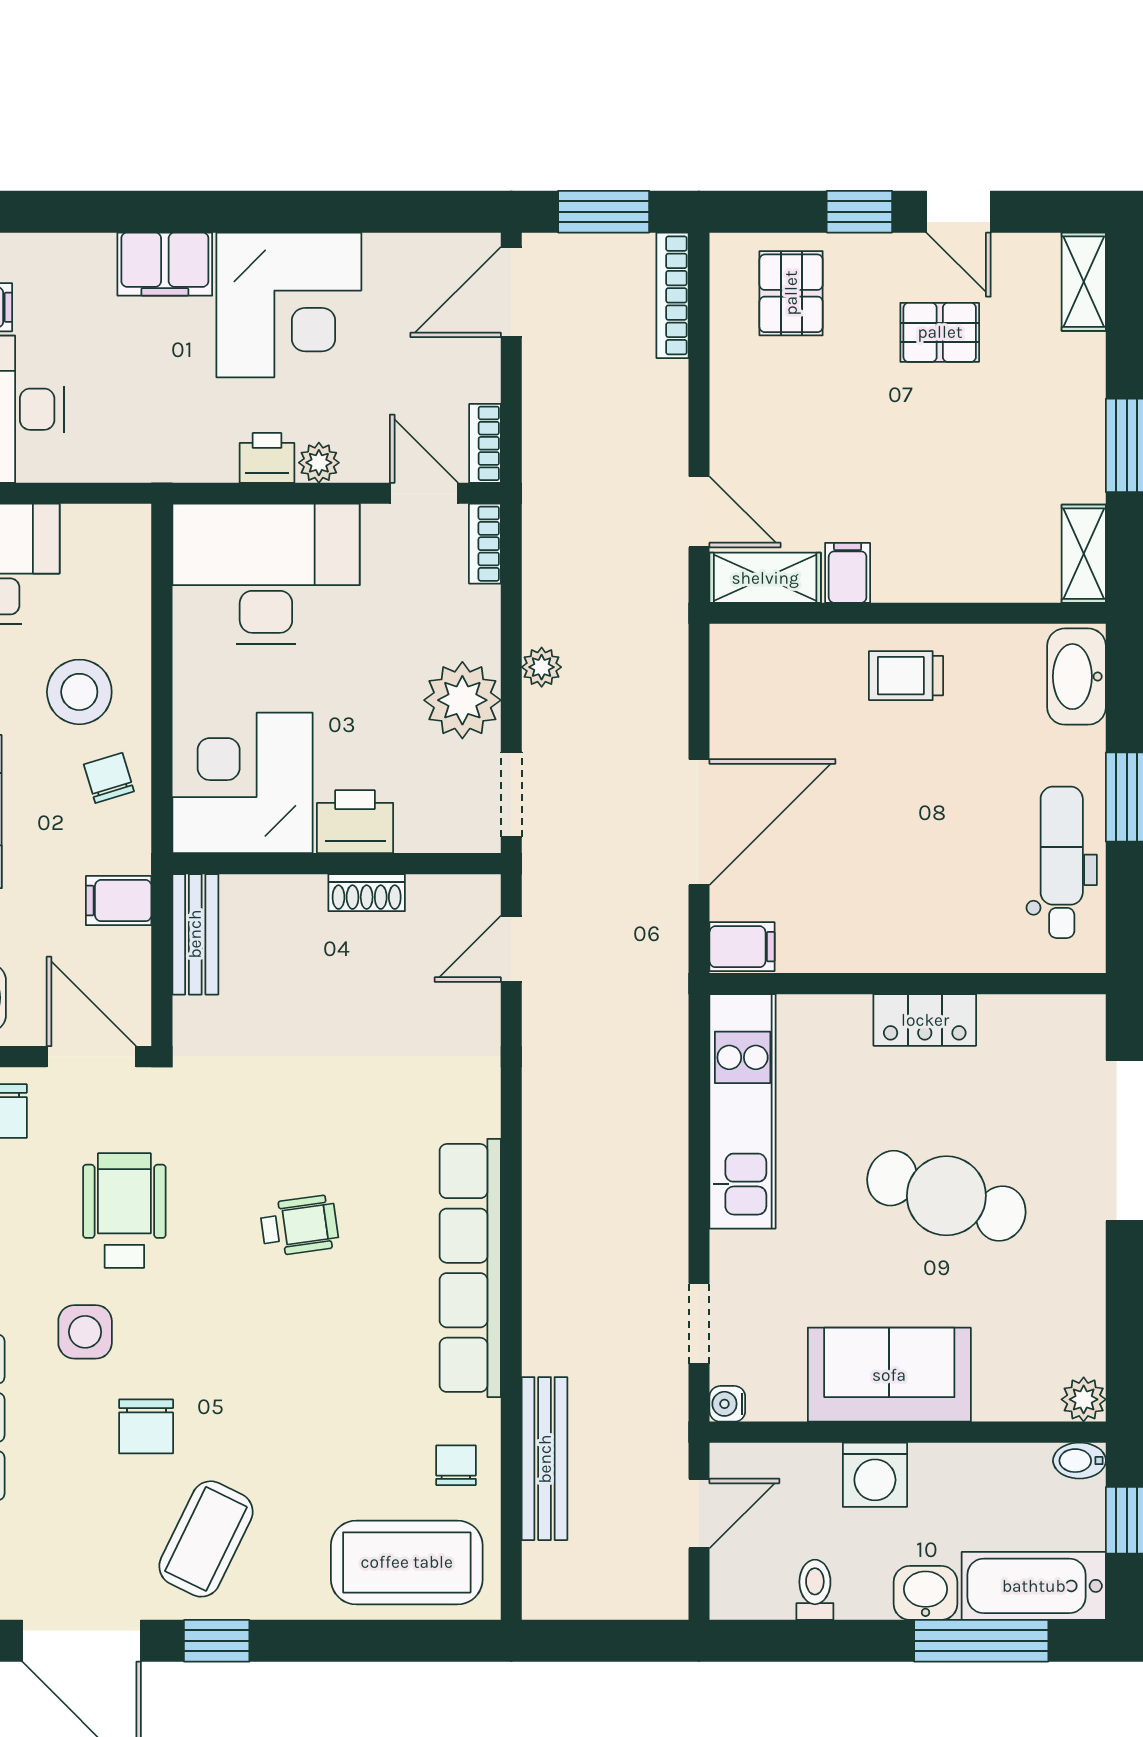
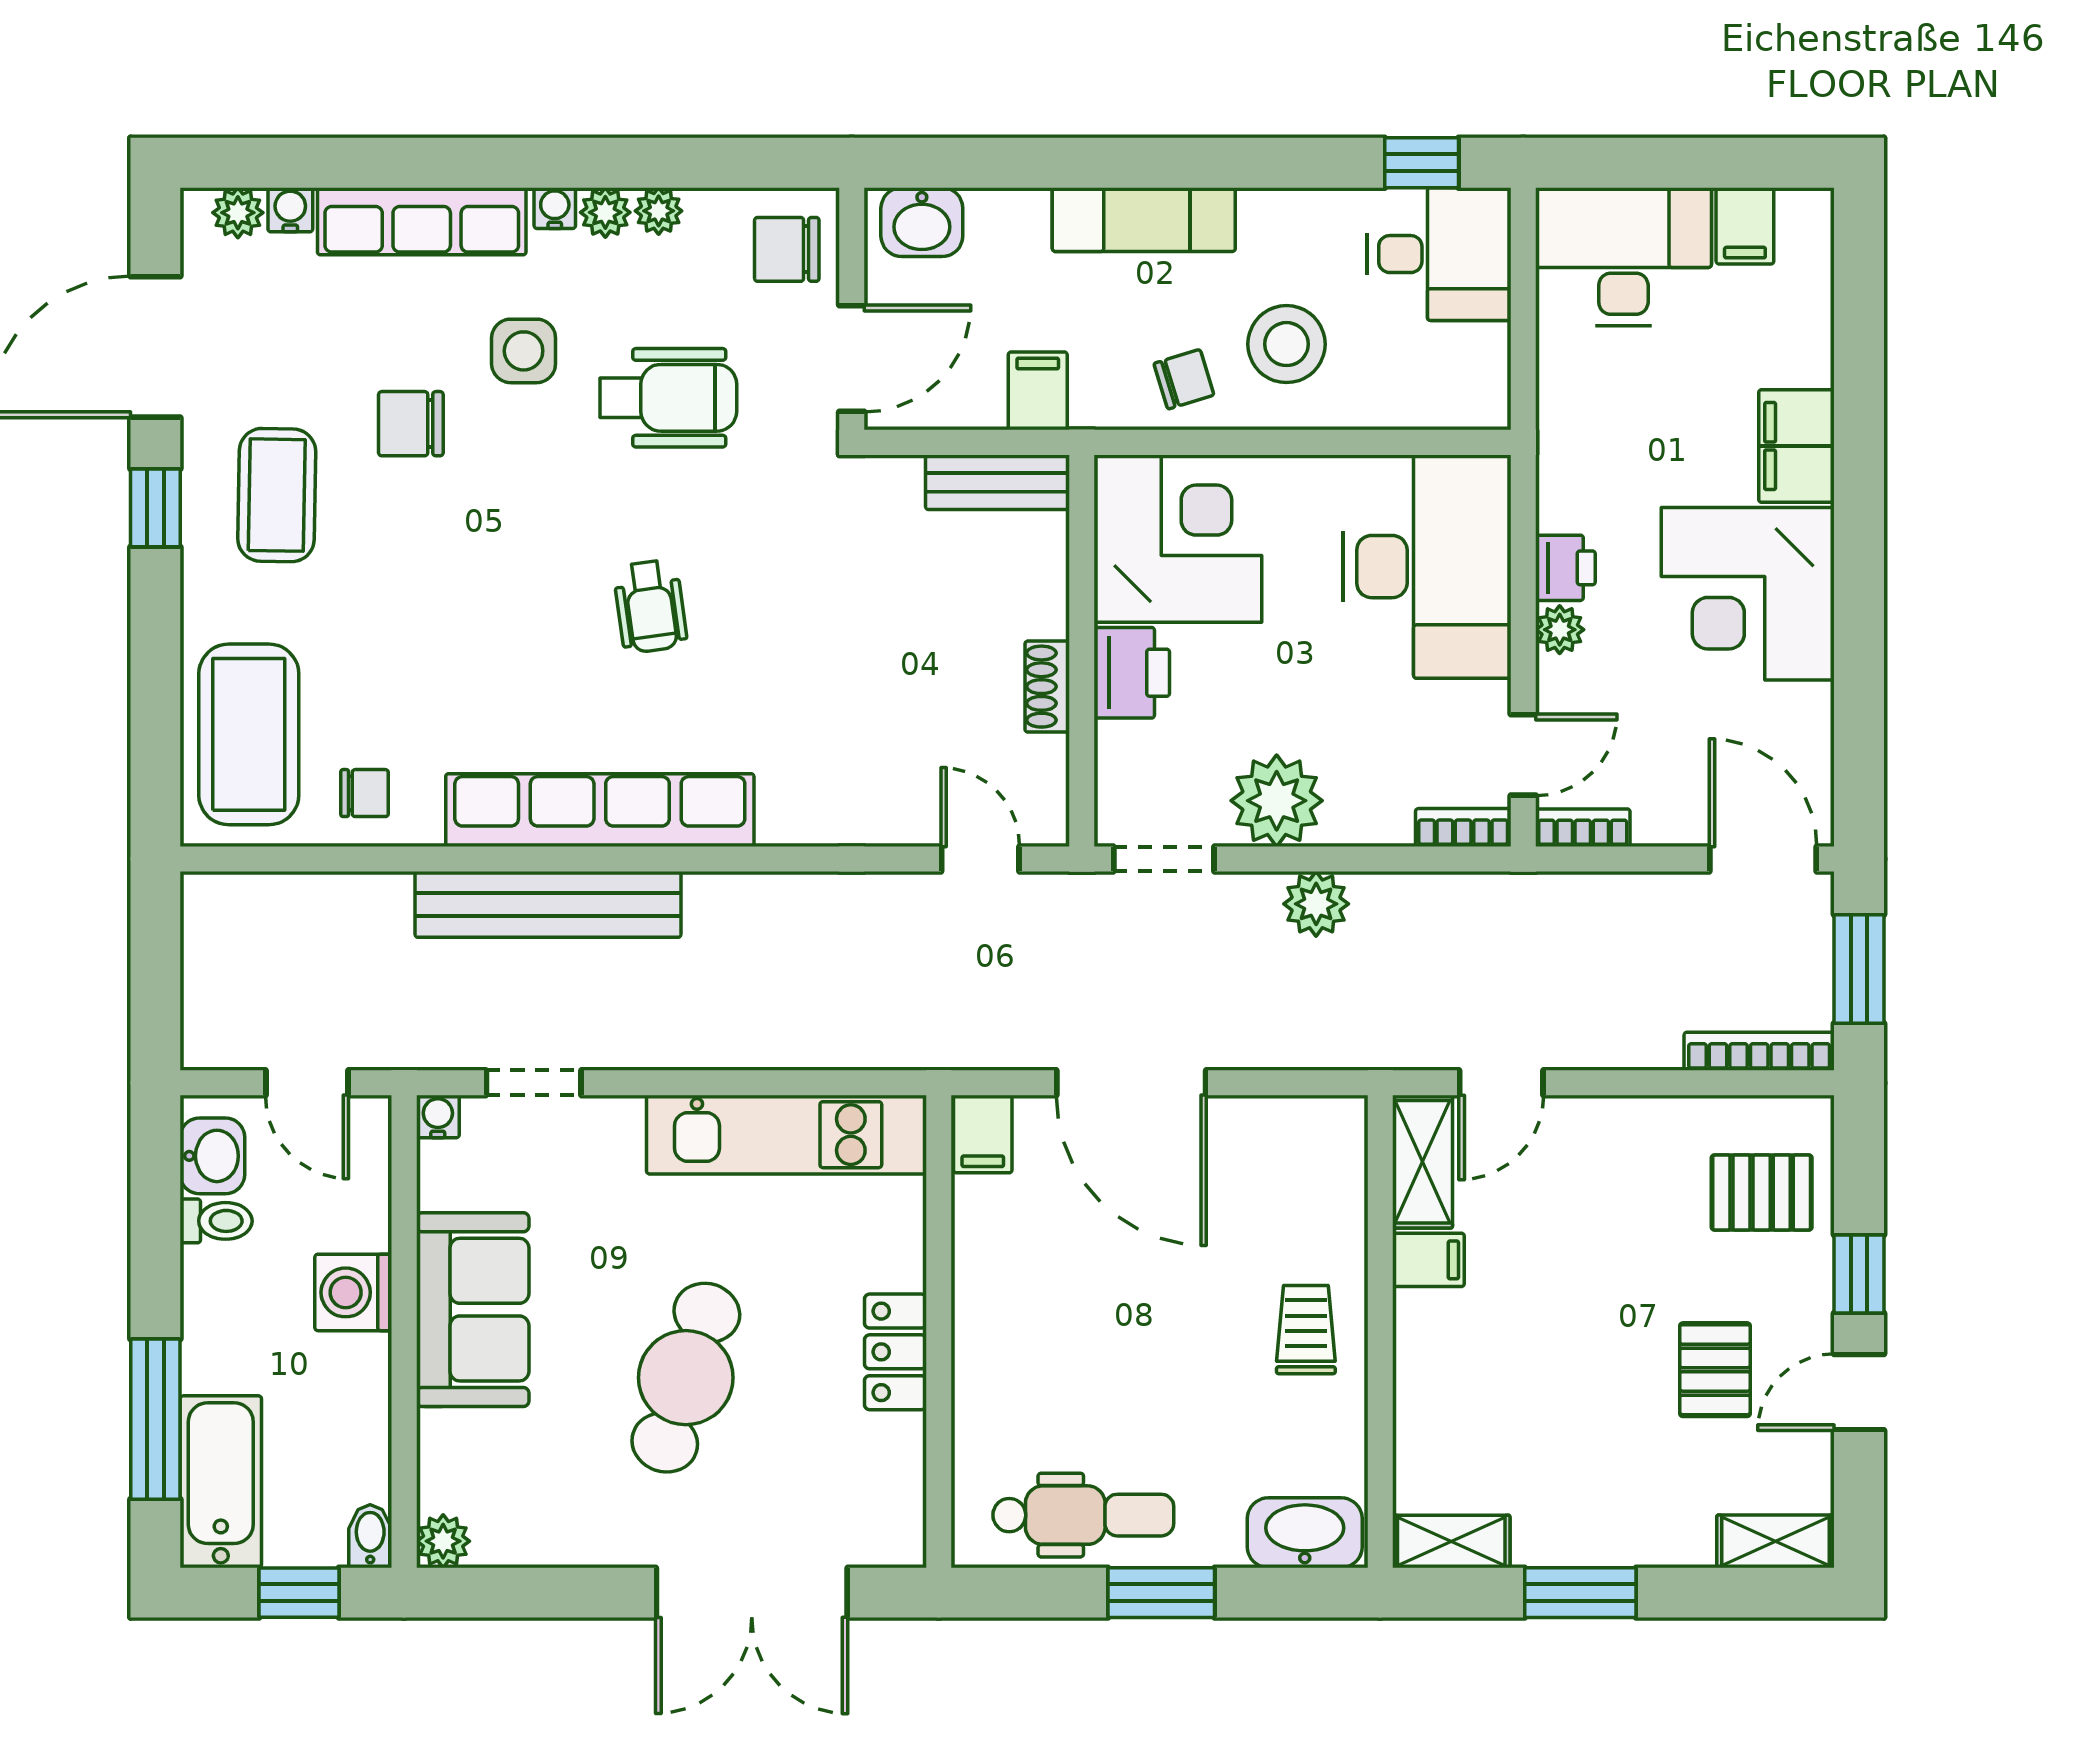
plant: (542, 667) -> (1316, 904), width x1.38, depth x1.38
bench: (545, 1459) -> (548, 904), moved, width x1.37, depth x1.21
coffee table: (206, 1539) -> (277, 495), turned 65
washbasin: (925, 1593) -> (212, 1156), moved

